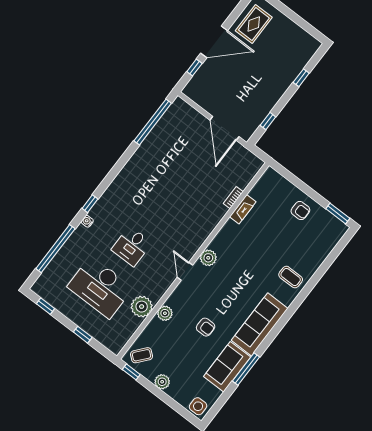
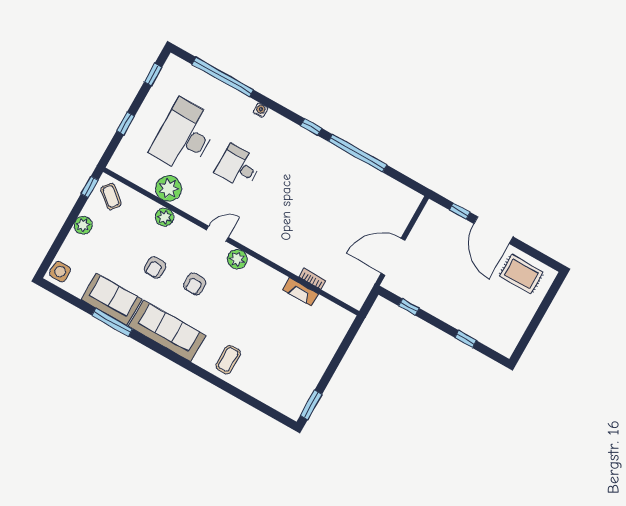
window: (153, 122) -> (358, 153), moved
window: (90, 204) -> (311, 127), moved
armchair: (300, 211) -> (195, 284), moved

